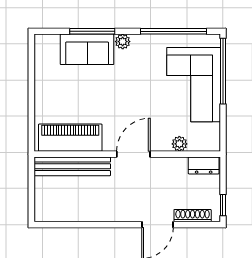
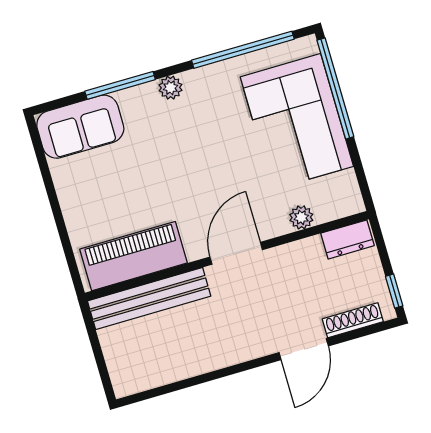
sofa: (87, 49) -> (80, 127), moved

